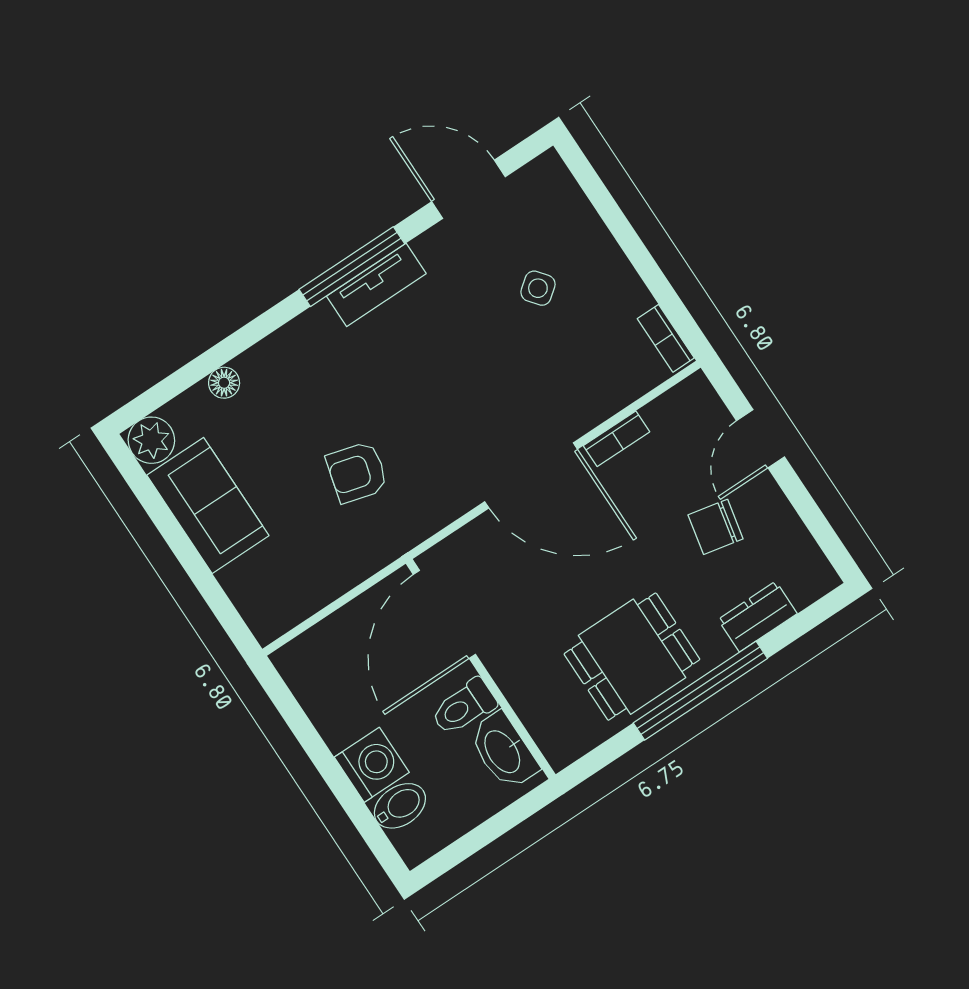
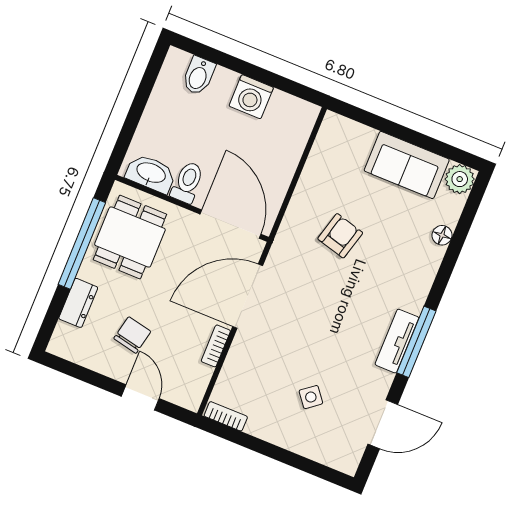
door: (444, 614) -> (231, 224), moved
wall: (481, 669) -> (192, 208), moved
toilet: (464, 707) -> (187, 182), moved
washbasin: (503, 751) -> (151, 173), moved
washing machine: (372, 765) -> (251, 97), moved

